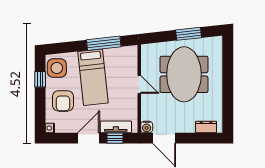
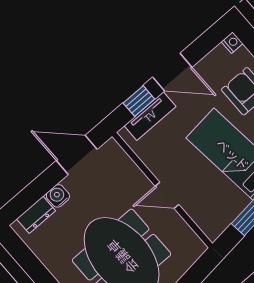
water cooler: (147, 127) -> (58, 196), moved
door: (89, 138) -> (172, 72), hinge flipped

